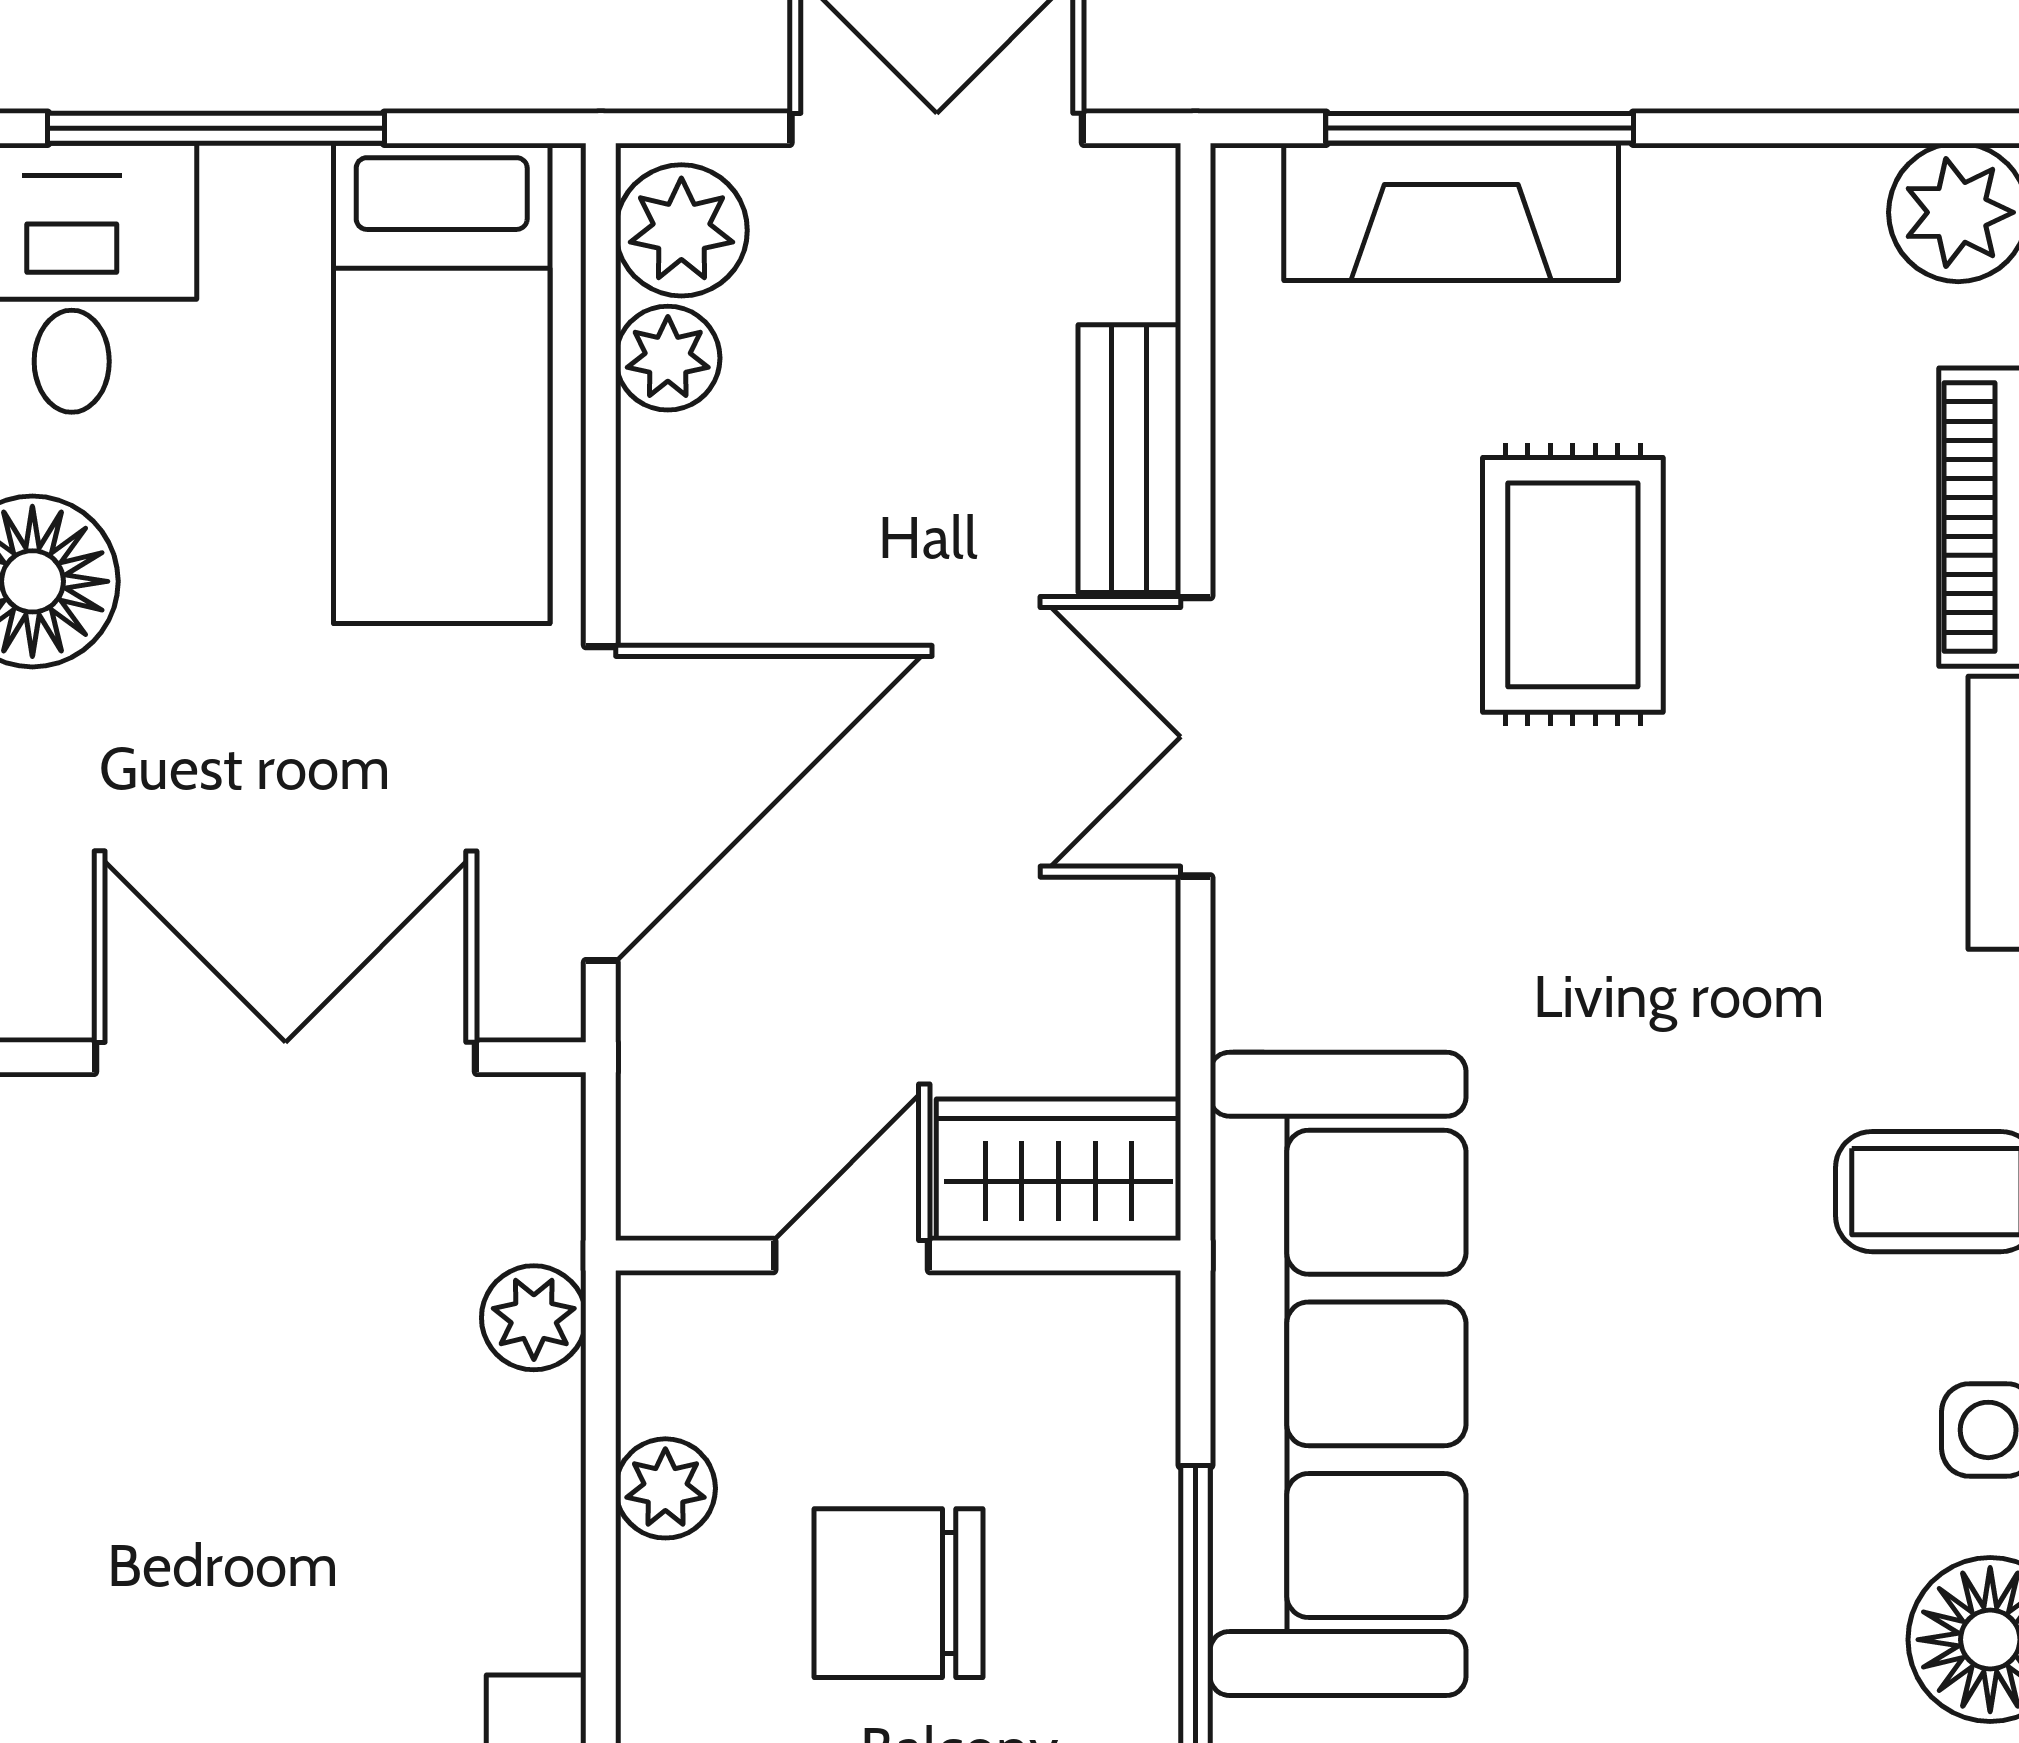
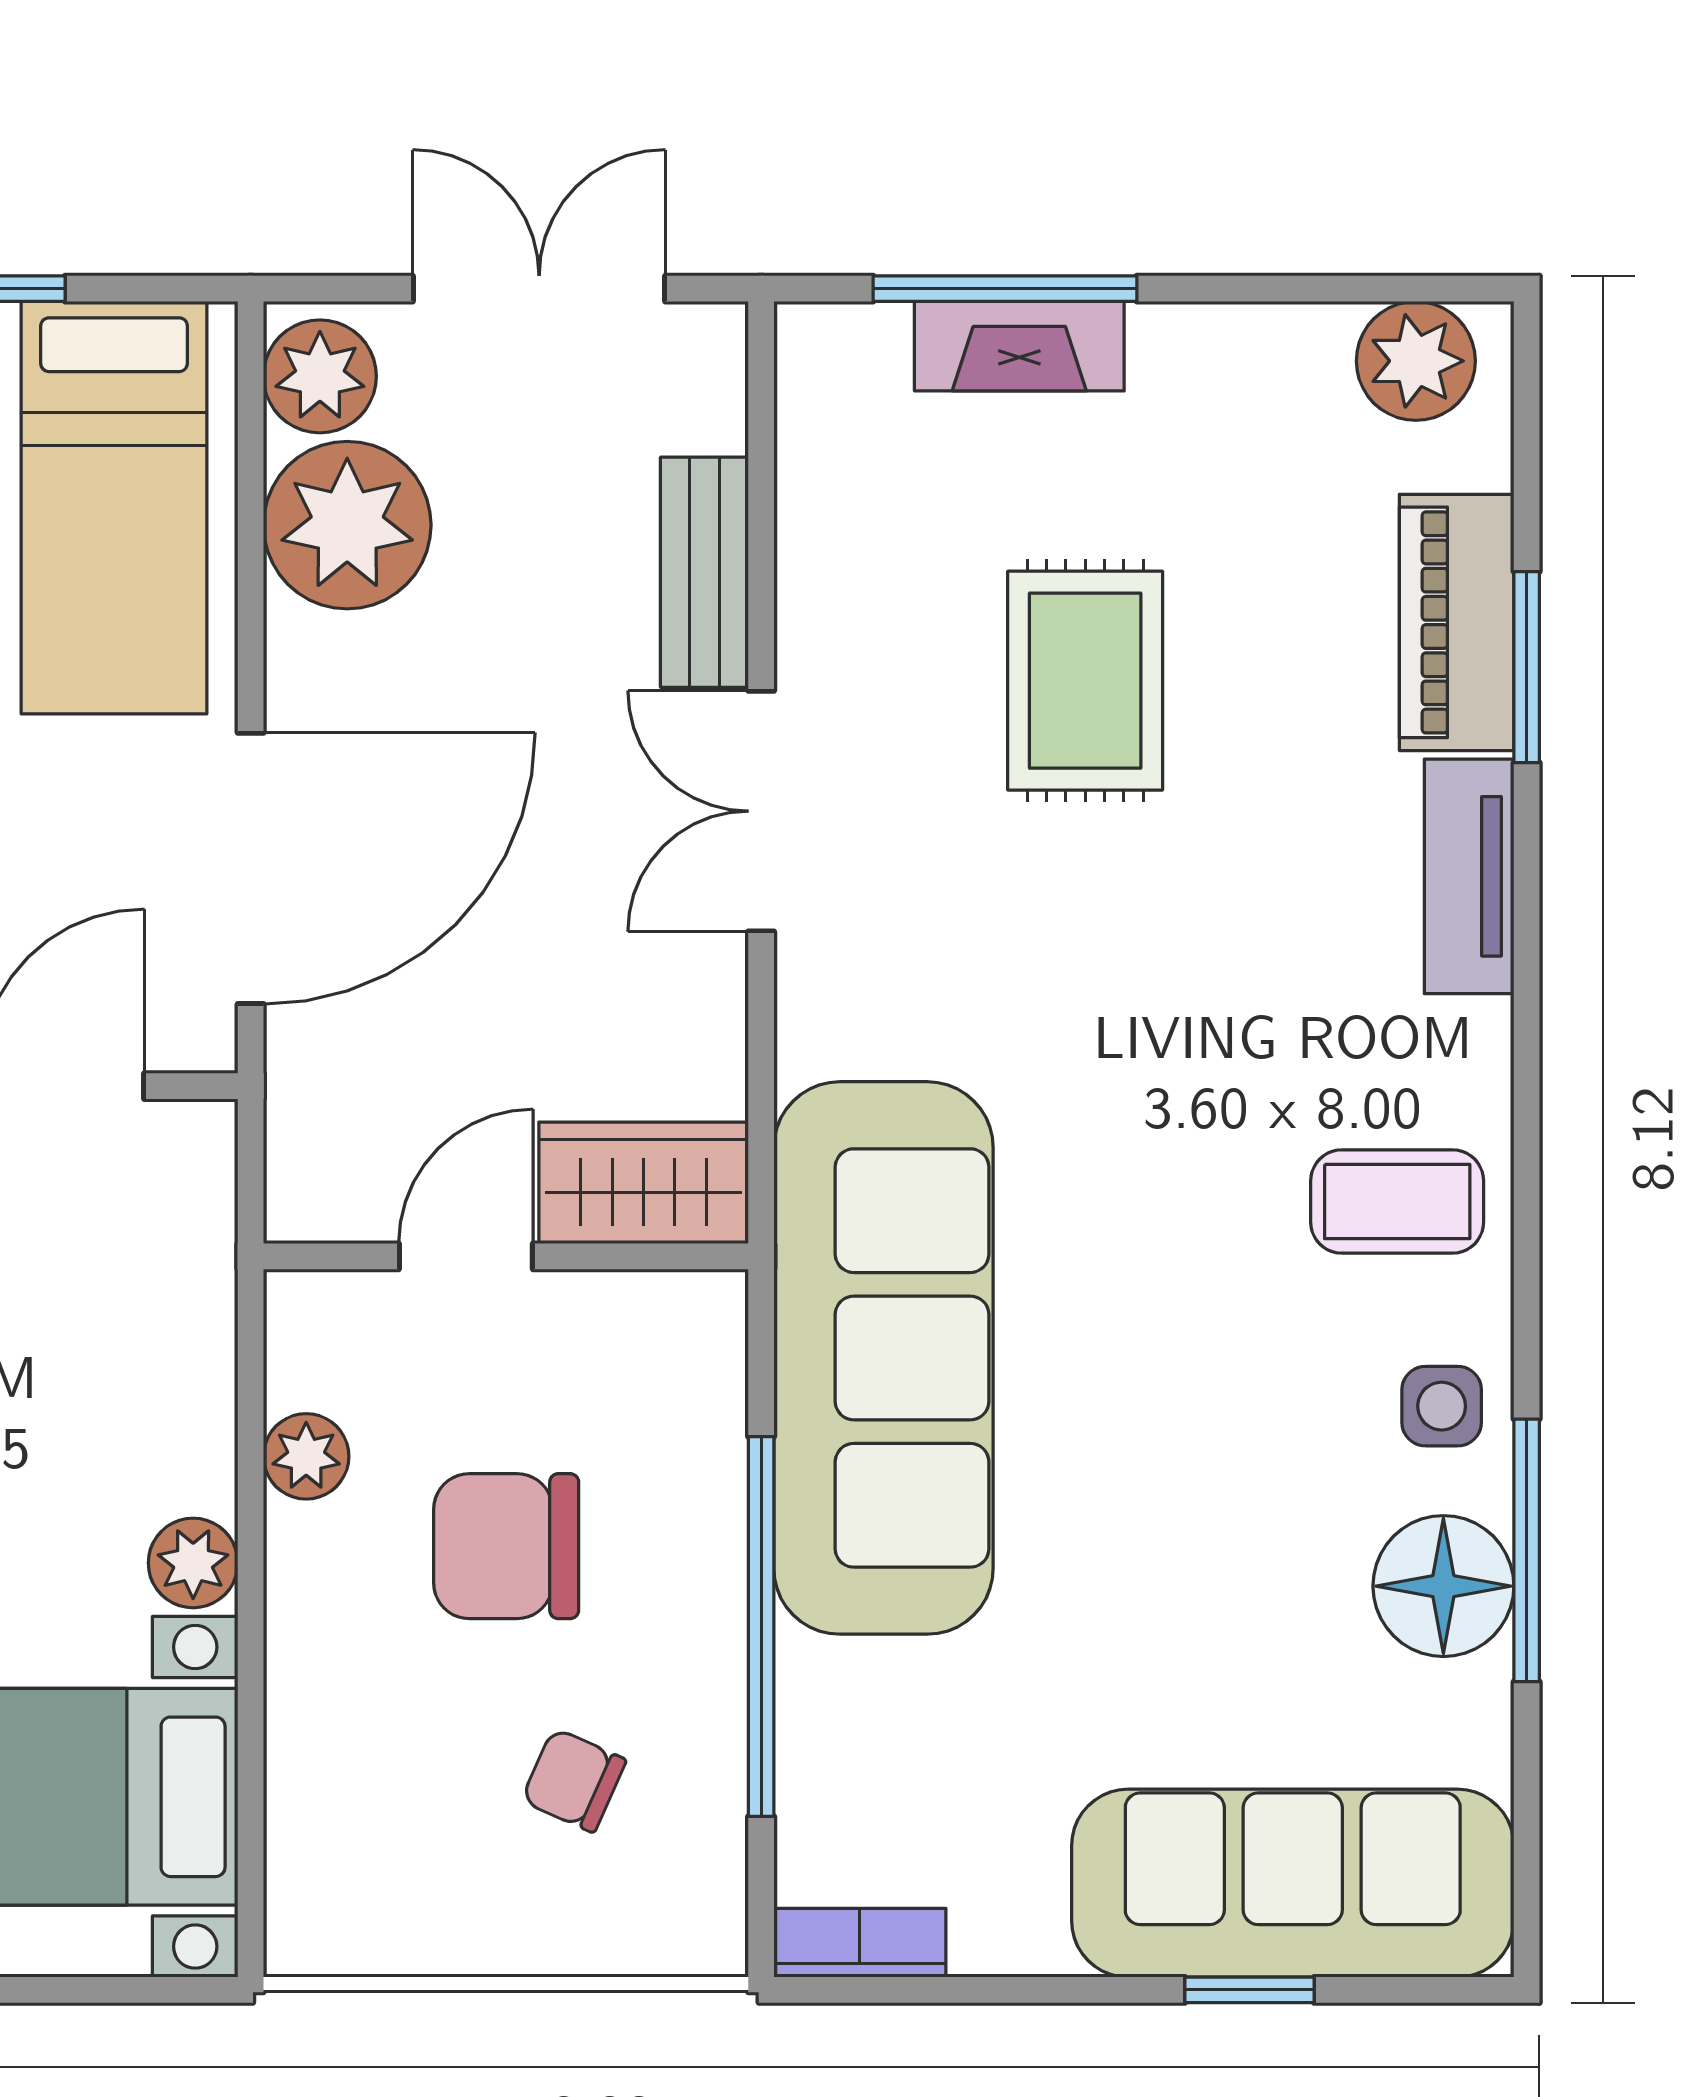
fireplace: (1451, 212) -> (1019, 346), width x0.73, depth x0.76
plant: (668, 358) -> (347, 525), width x1.87, depth x1.87
plant: (534, 1318) -> (193, 1563), moved

